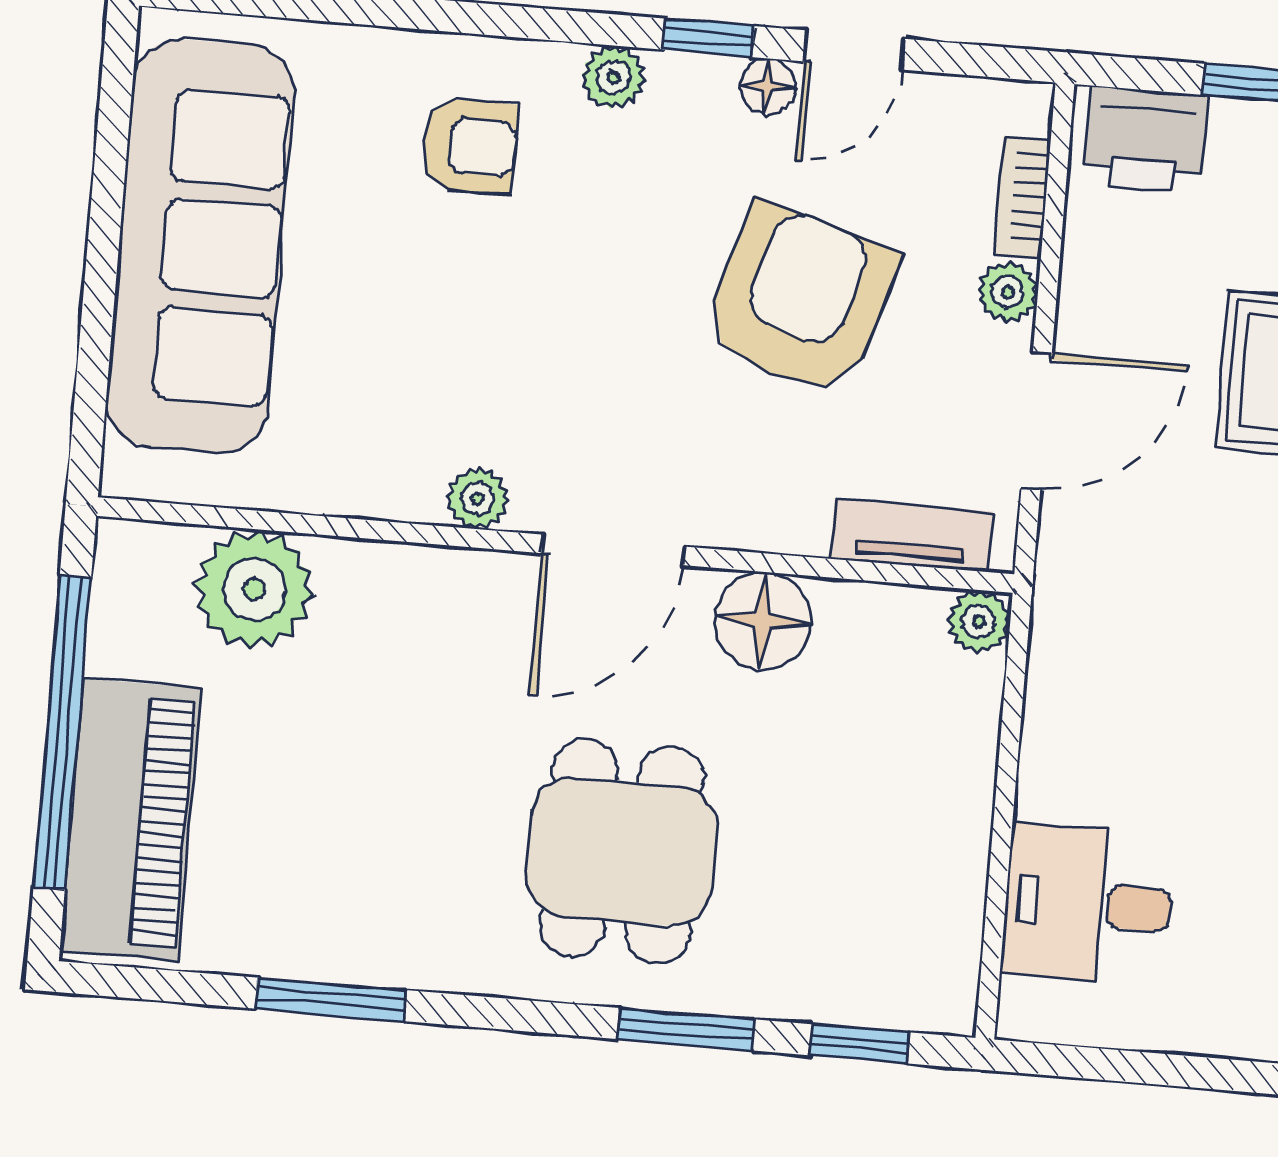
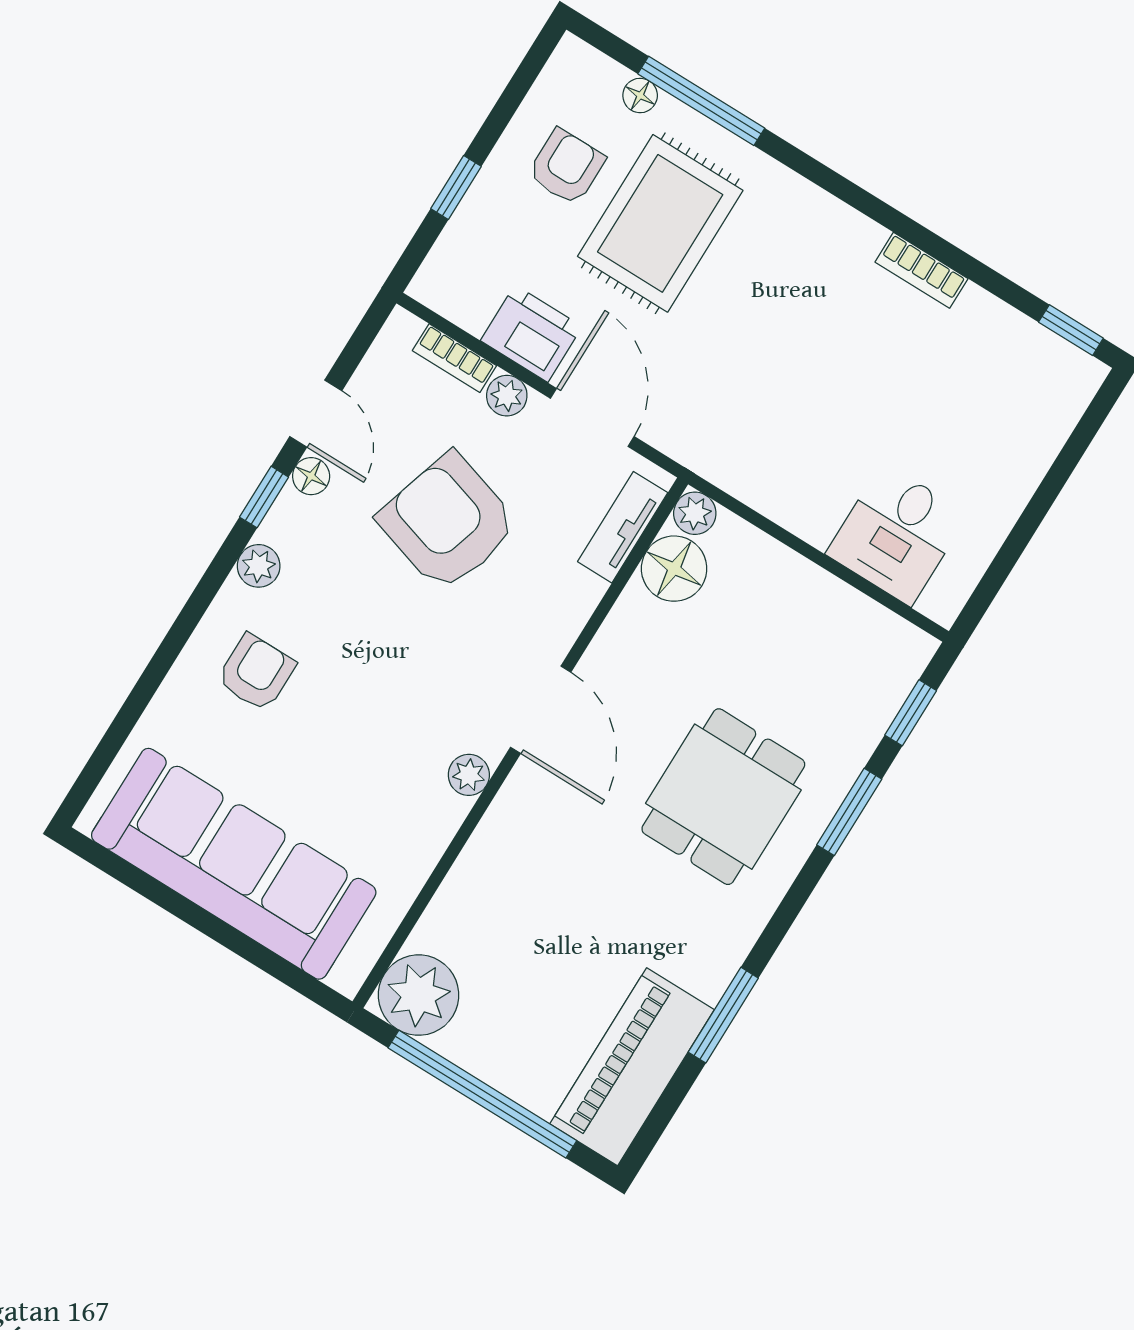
printer: (1146, 140) -> (531, 334), moved, turned -90
plant: (254, 589) -> (419, 995), moved
floor lamp: (763, 621) -> (674, 569), moved
piano: (130, 820) -> (632, 1067), moved, turned -90
dining table: (621, 852) -> (723, 797), turned 90

